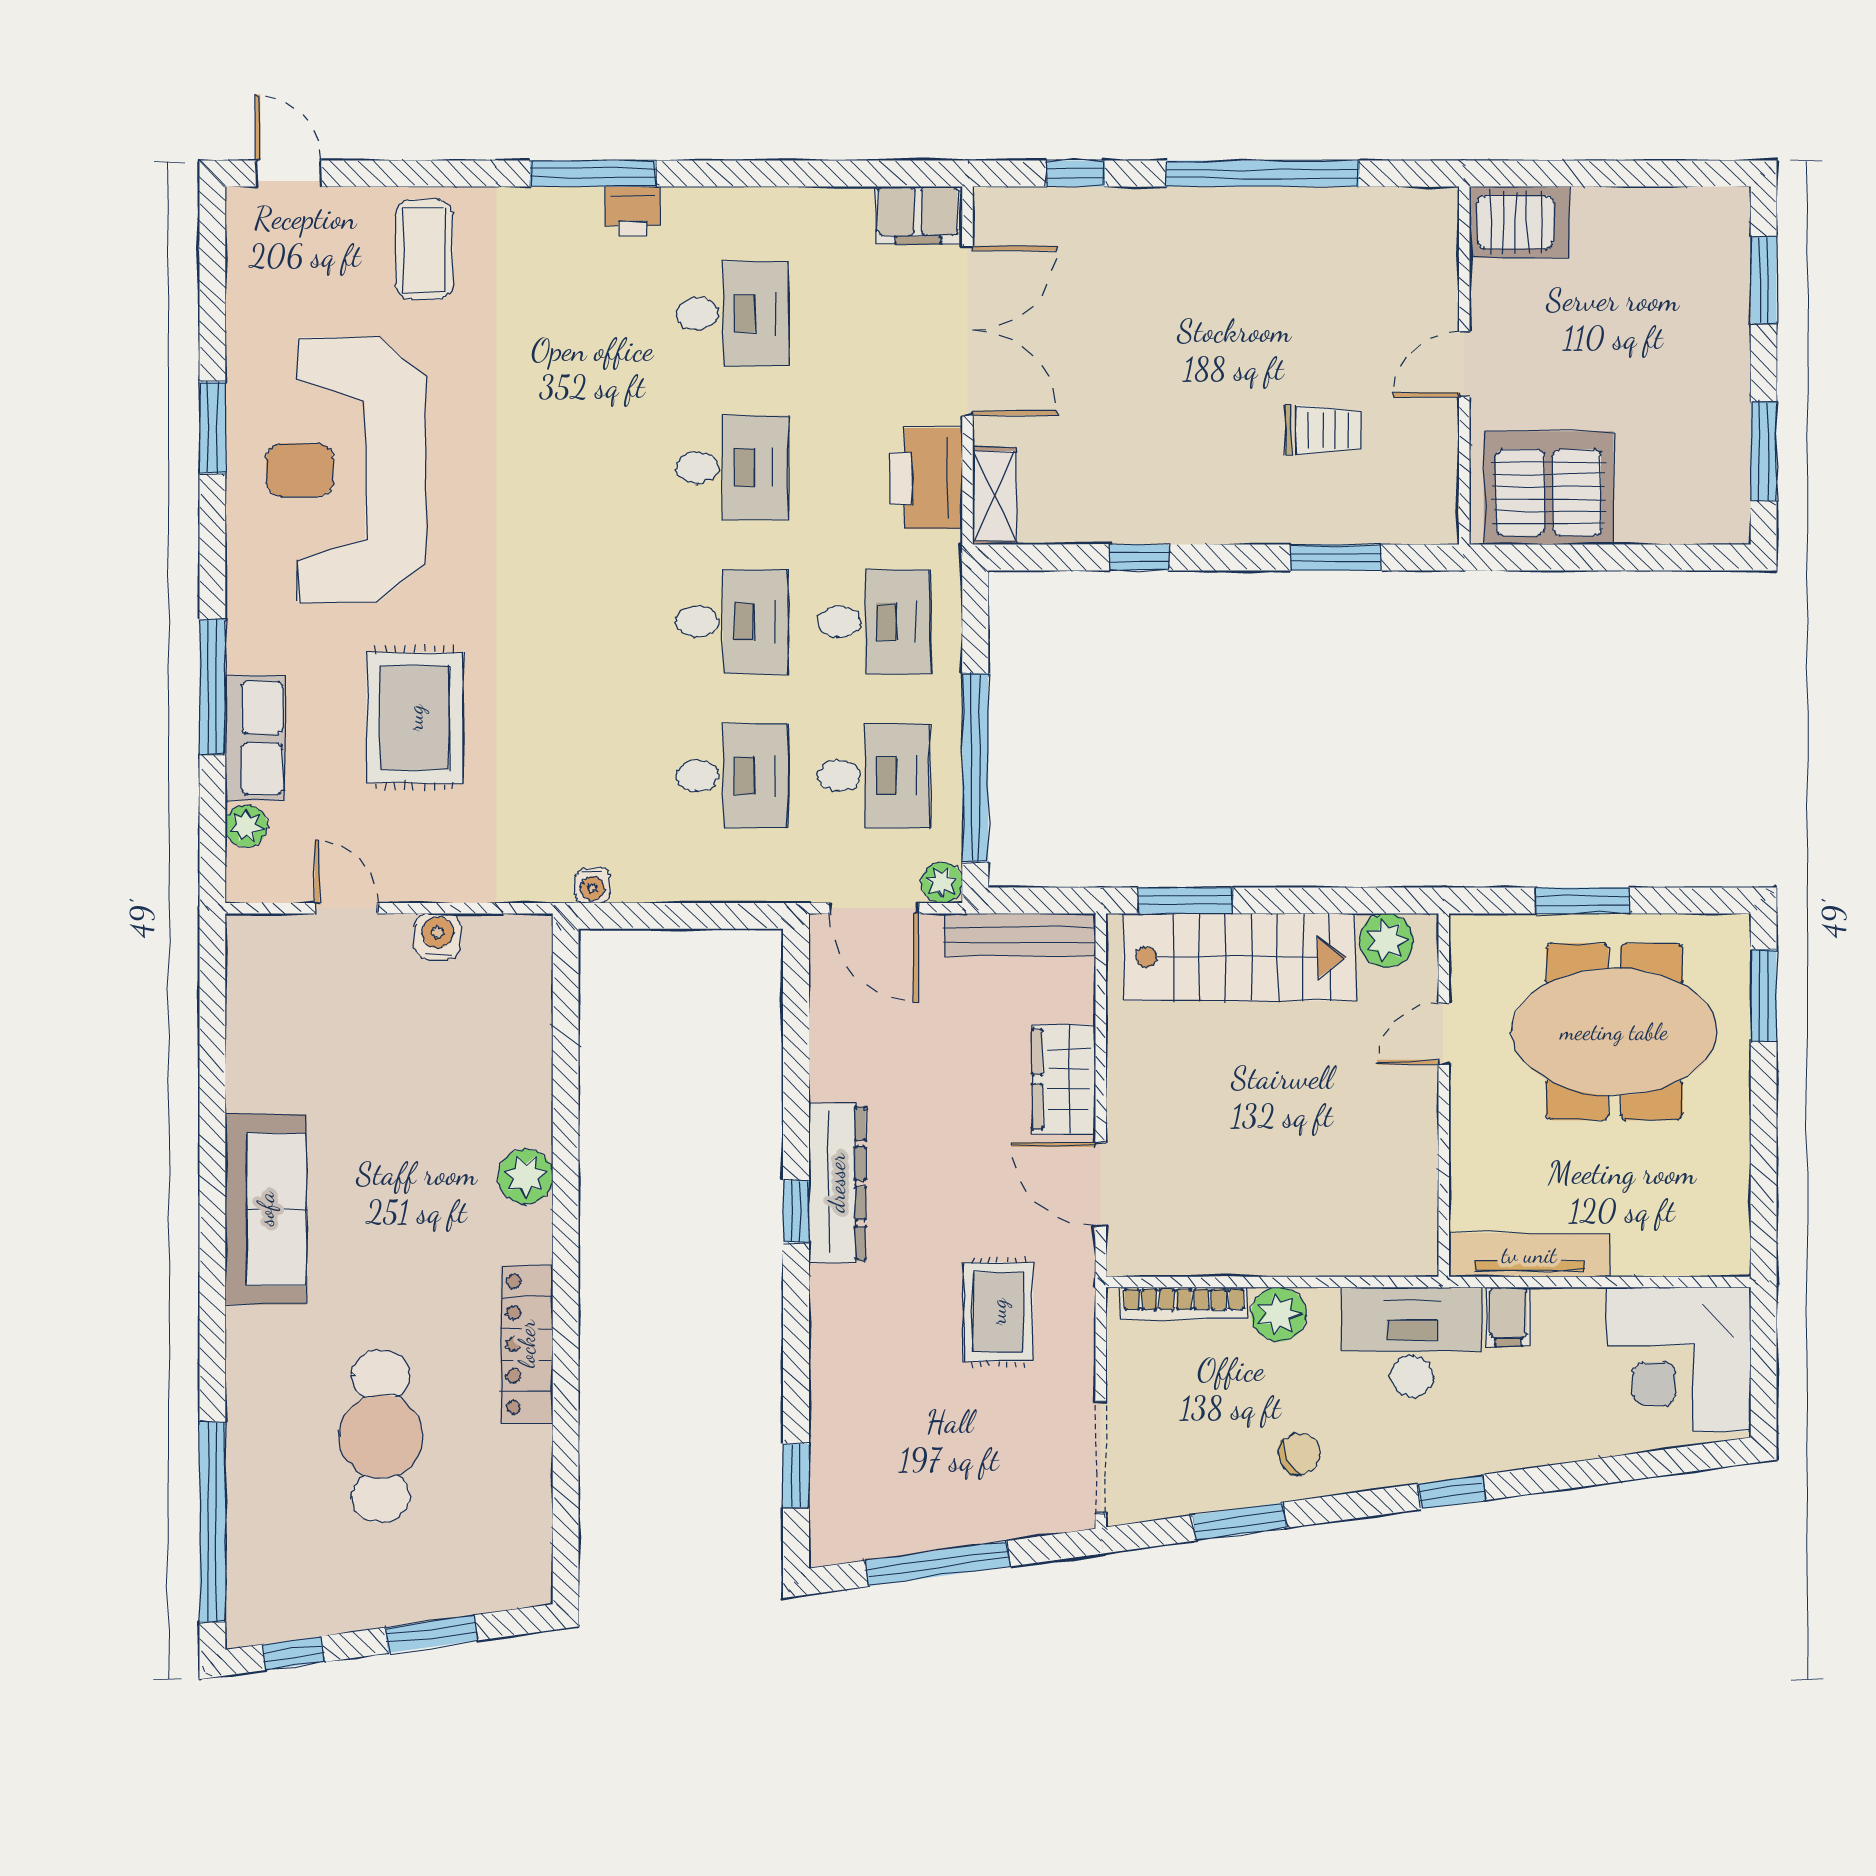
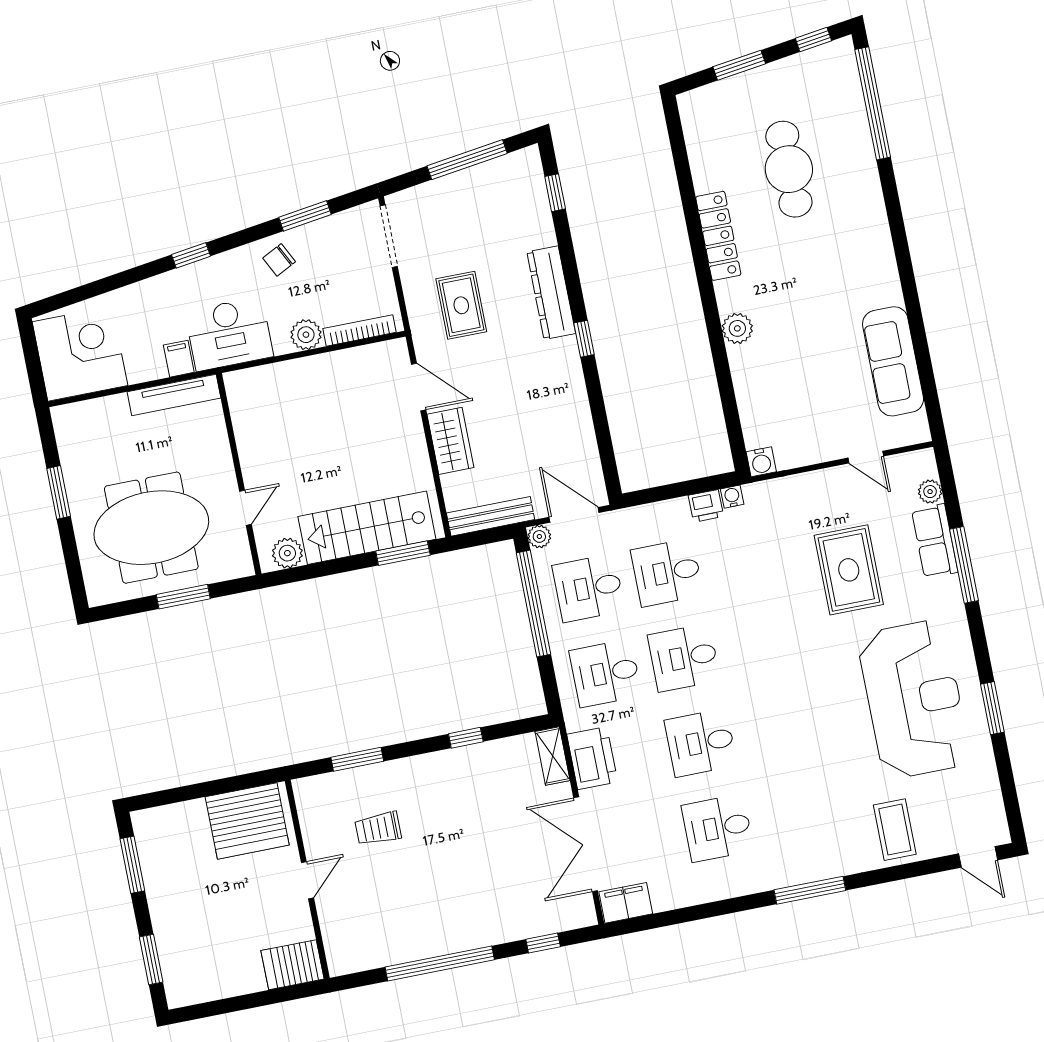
printer: (633, 211) -> (706, 506), moved, turned 180
water cooler: (437, 936) -> (761, 462), moved
window: (1764, 995) -> (59, 492), moved
dresser: (837, 1183) -> (551, 293), moved
sofa: (266, 1209) -> (893, 361), moved

